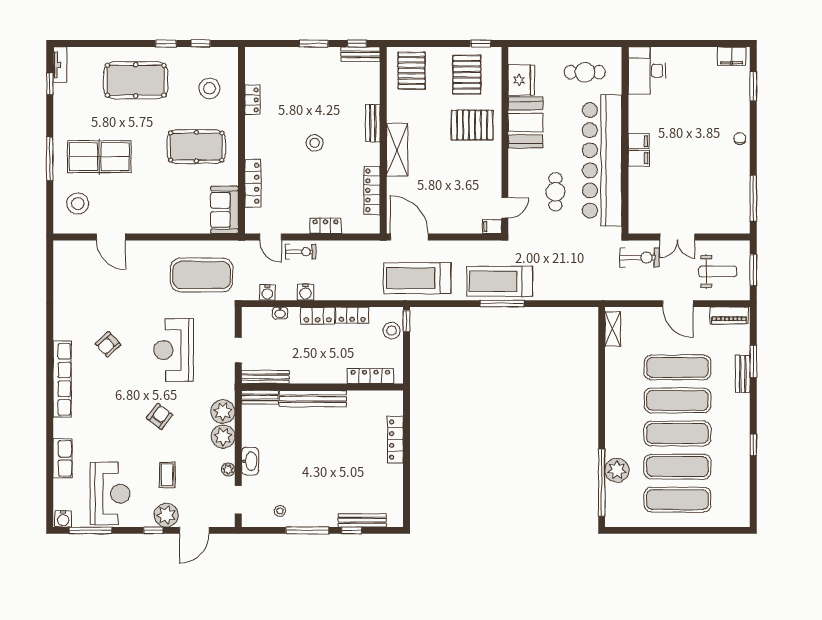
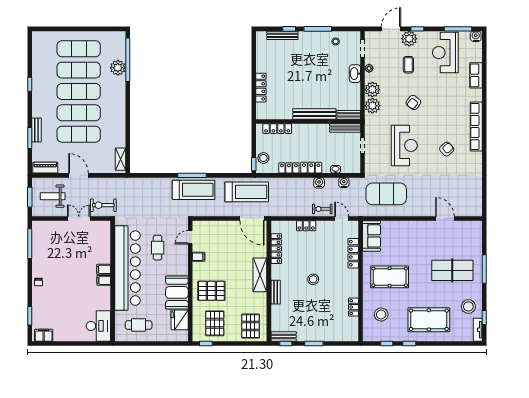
stool: (78, 204) -> (468, 306), moved
filing cabinet: (492, 226) -> (198, 257), moved

